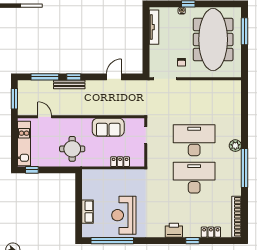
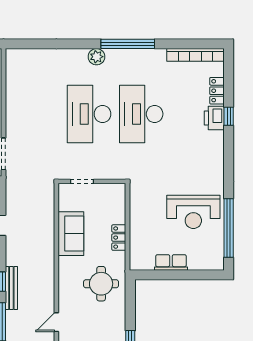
locker: (120, 162) -> (119, 238), moved
row of seats: (88, 212) -> (171, 262), moved
printer: (174, 230) -> (214, 118), moved

